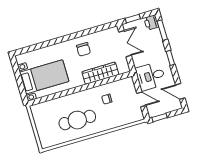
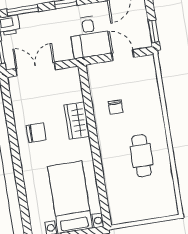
wardrobe: (100, 73) -> (77, 121), width x0.67
door: (141, 99) -> (123, 55), hinge flipped
cafe table: (77, 120) -> (142, 156), width x0.73, depth x0.74

